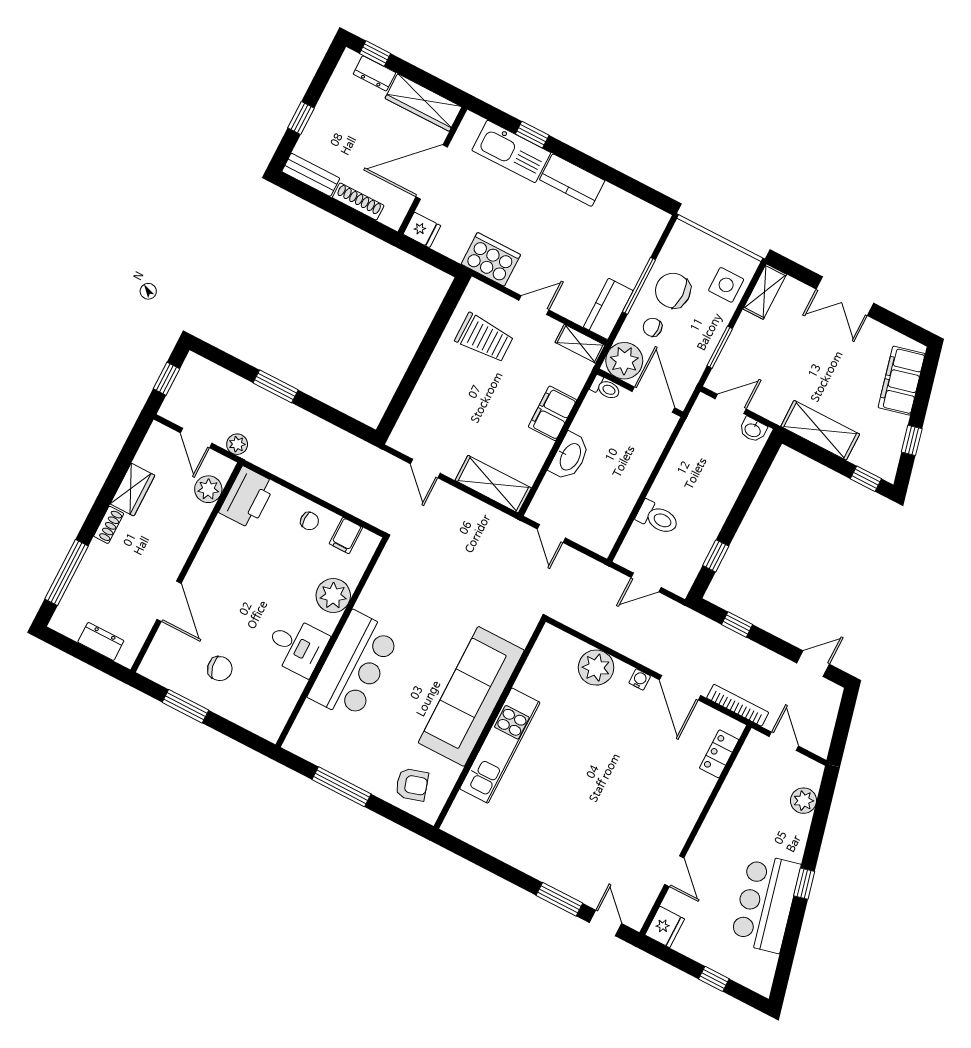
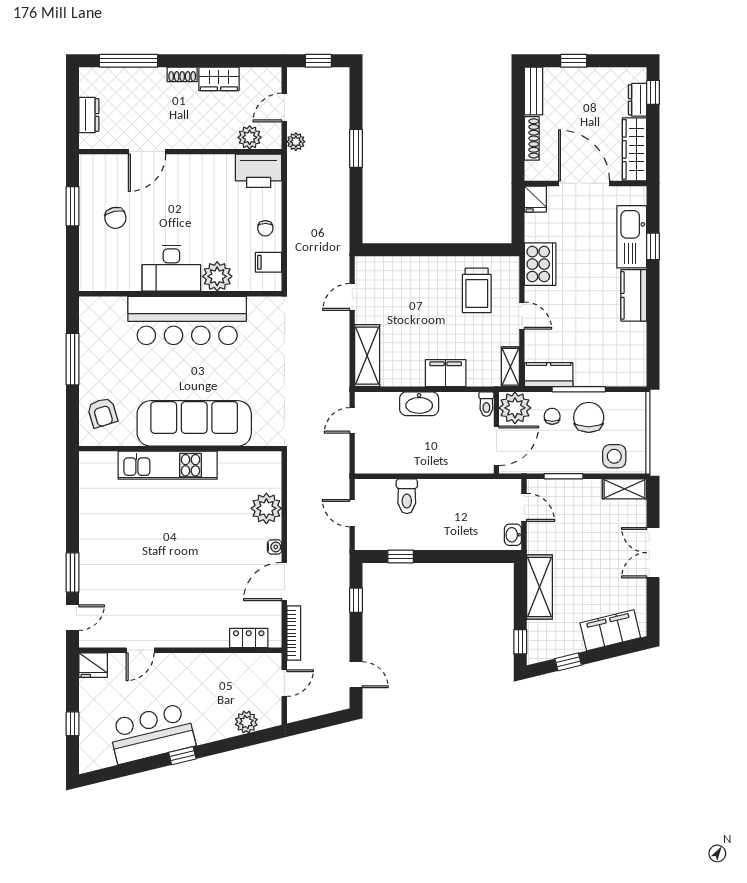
desk: (297, 646) -> (171, 268), width x1.37
bar counter: (354, 665) -> (187, 320), width x1.36

